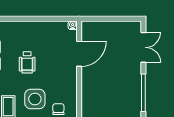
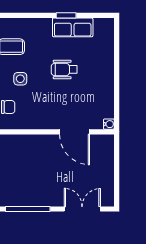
double door: (143, 47) -> (82, 209), swing flipped
side table: (35, 99) -> (20, 79), width x0.54, depth x0.54

